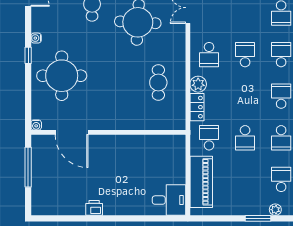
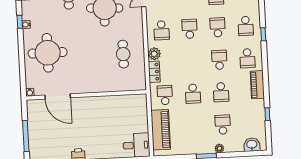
window: (28, 55) -> (20, 22), moved
window: (28, 167) -> (26, 136), moved

